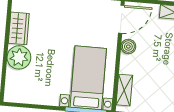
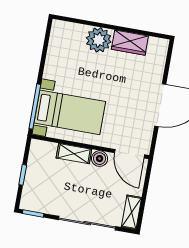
shelving: (124, 90) -> (74, 154), moved

